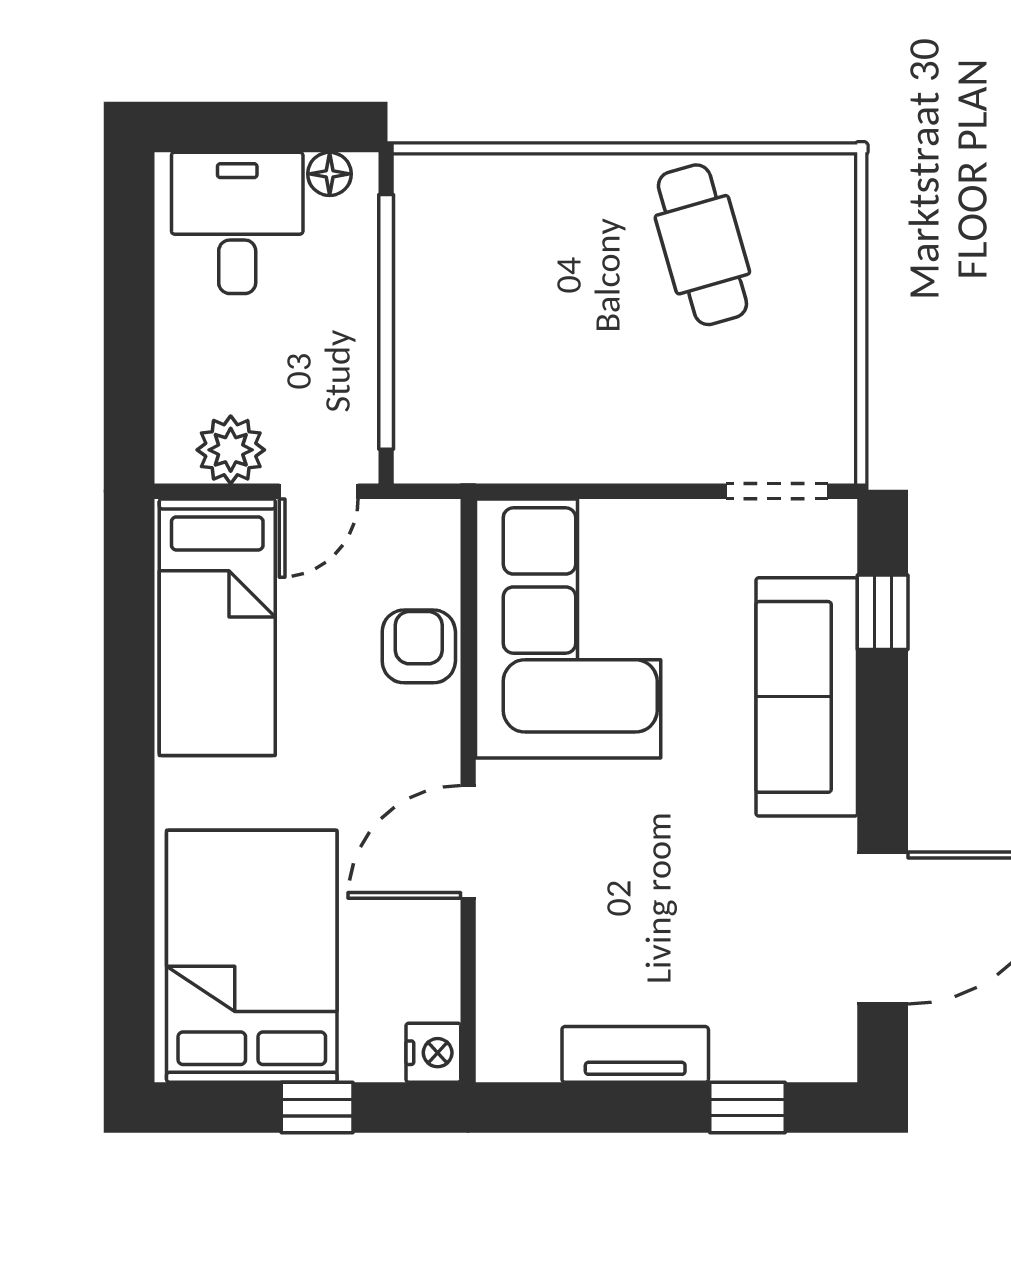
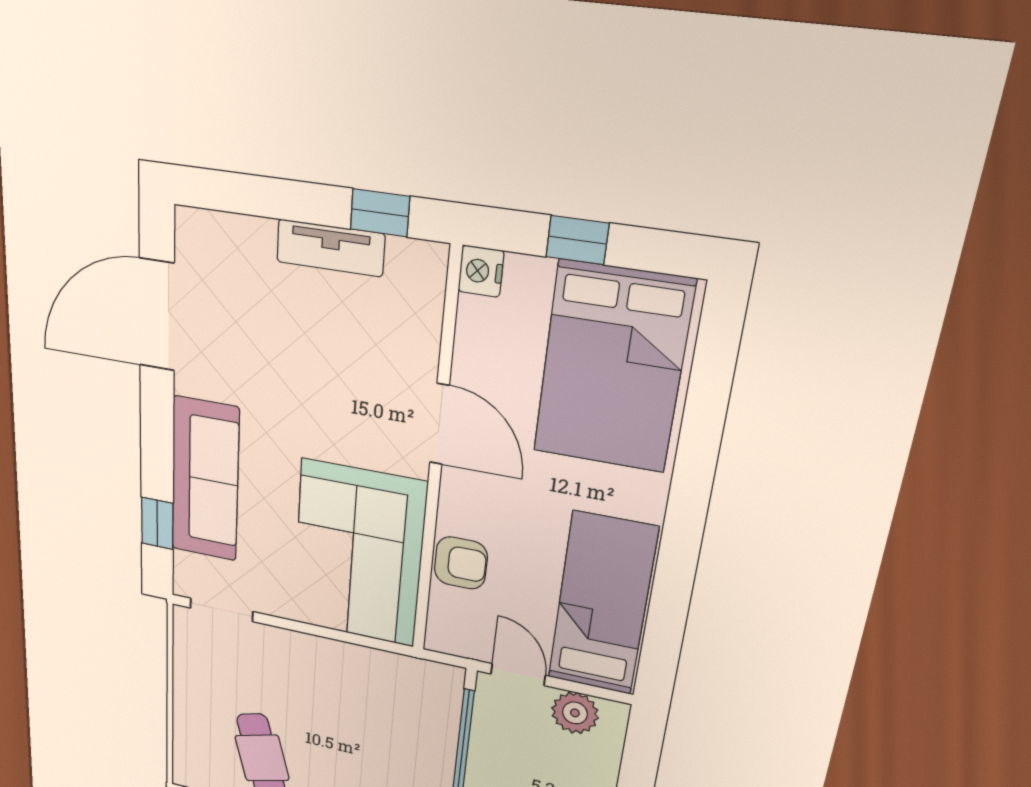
door: (319, 491) -> (518, 675), hinge flipped
armchair: (419, 646) -> (461, 563), turned -90
door: (468, 842) -> (439, 424), hinge flipped
window: (747, 1107) -> (380, 213), moved

